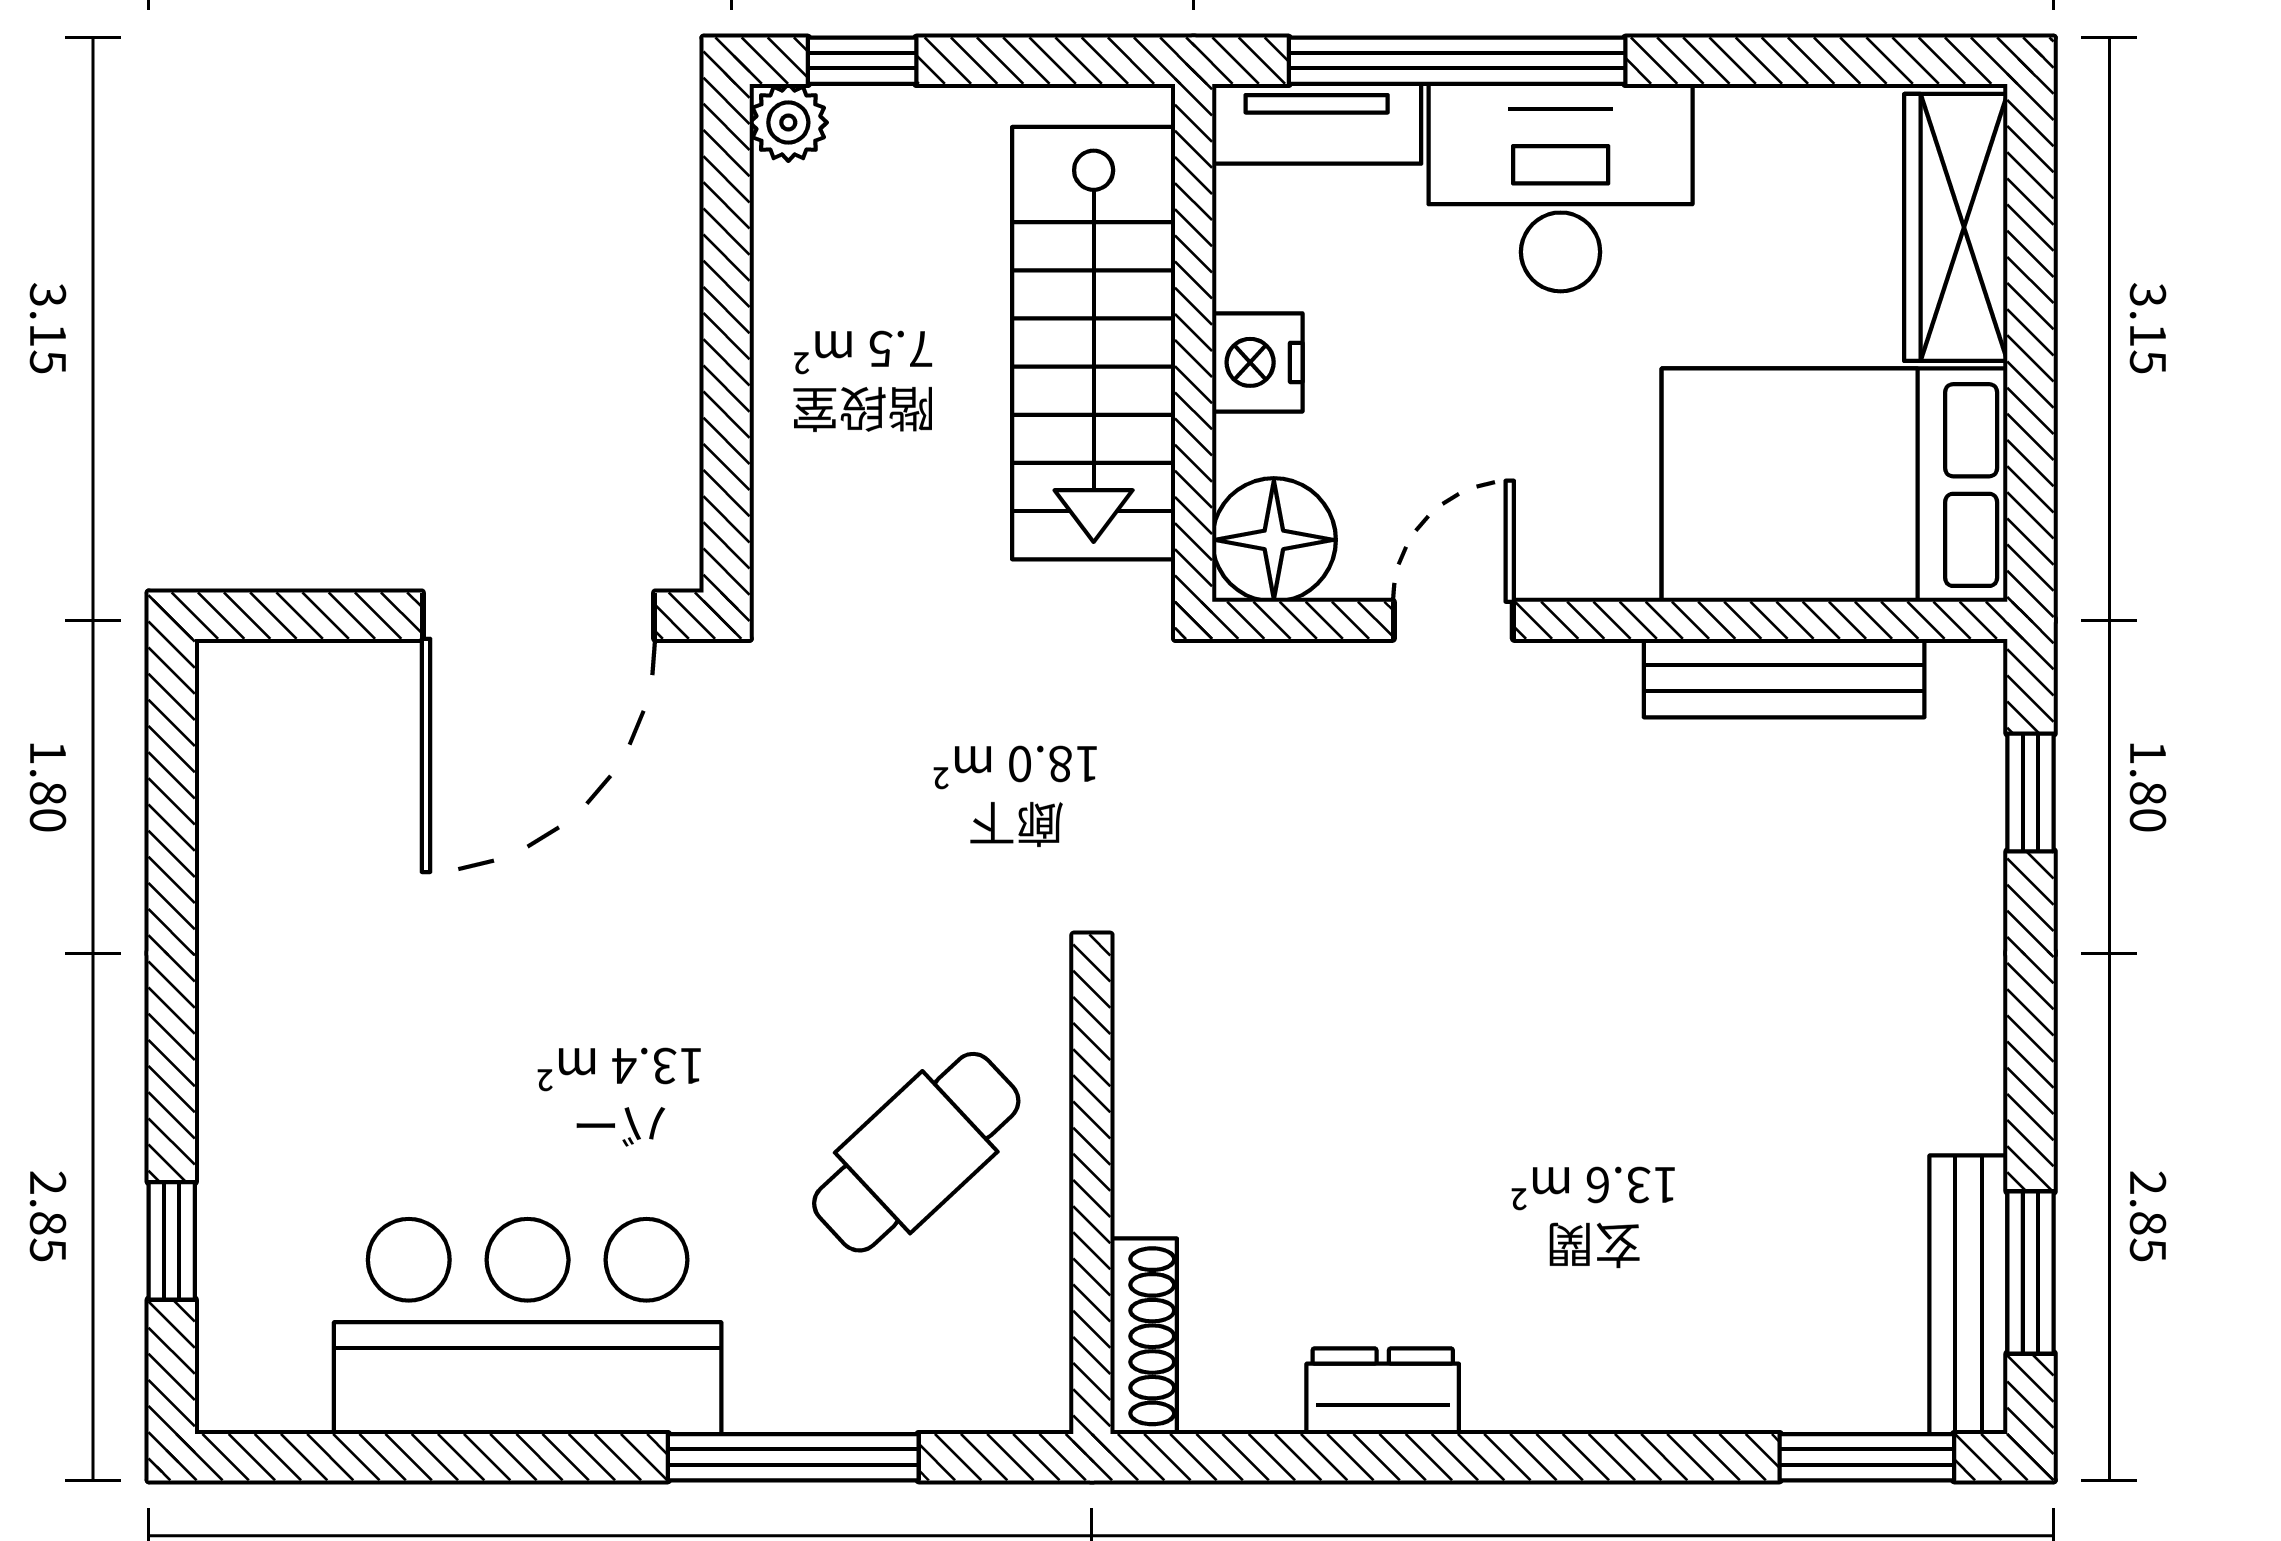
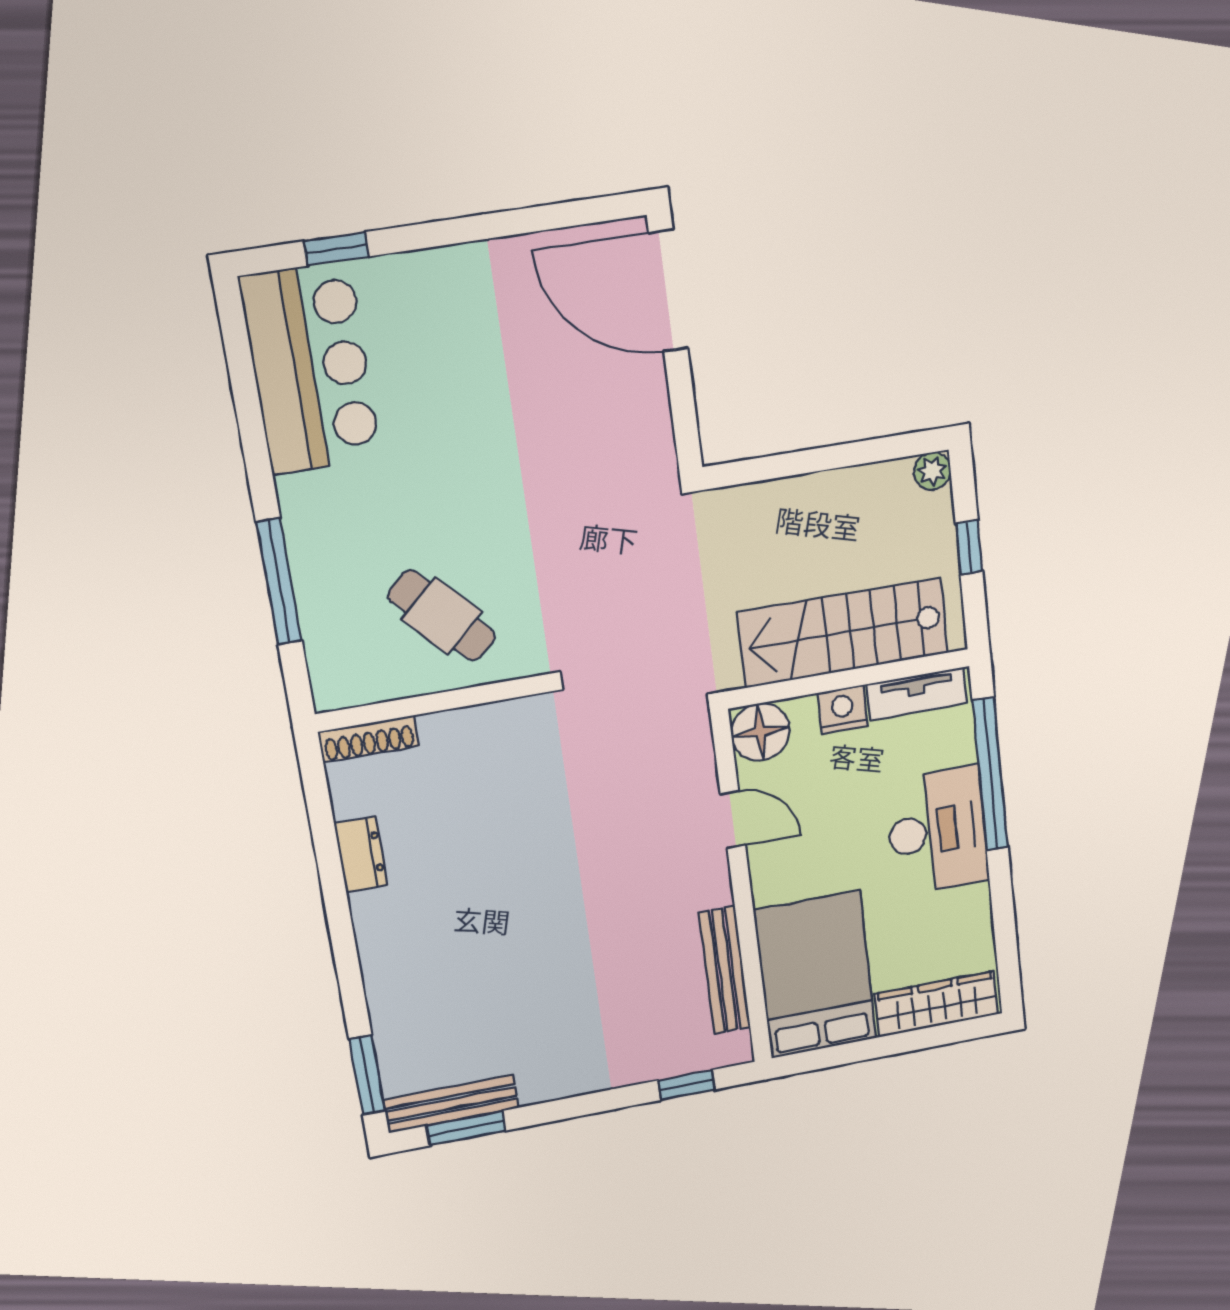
window: (862, 61) -> (969, 547), moved
tv unit: (1317, 124) -> (917, 694), moved, turned -90
door: (538, 616) -> (668, 291), moved
bar counter: (528, 1326) -> (311, 368), moved

